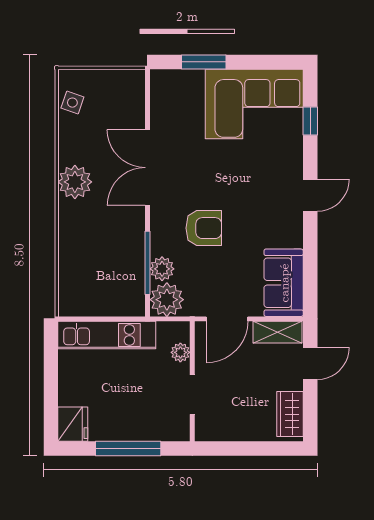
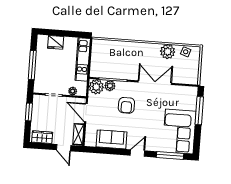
window: (204, 62) -> (199, 111), width x1.44
window: (310, 121) -> (170, 155), width x2.17
plant: (75, 182) -> (168, 52), moved
door: (310, 195) -> (137, 153), swing flipped
sofa: (284, 283) -> (112, 139), moved
fridge: (73, 424) -> (56, 42), moved
window: (235, 449) -> (29, 112), added

